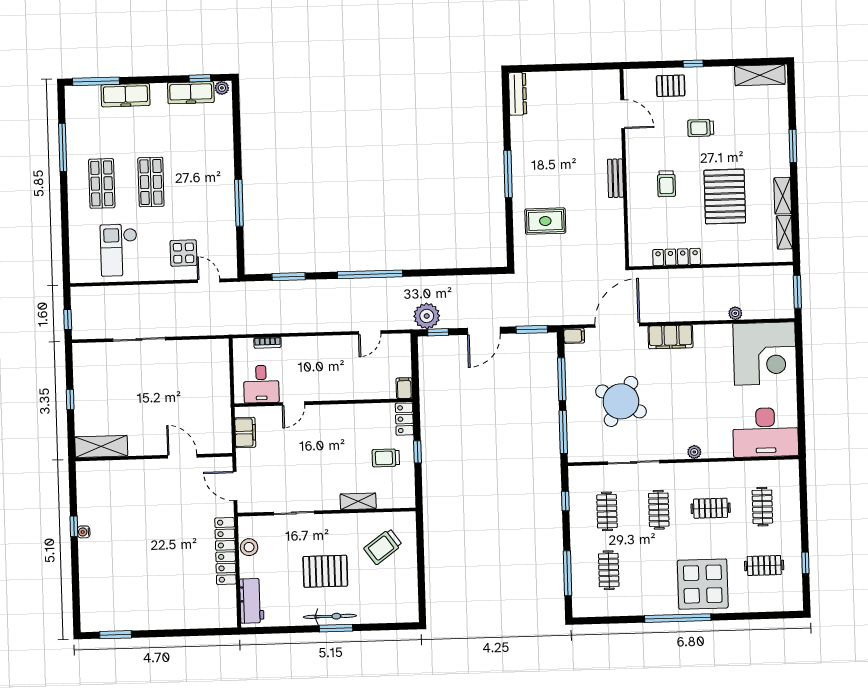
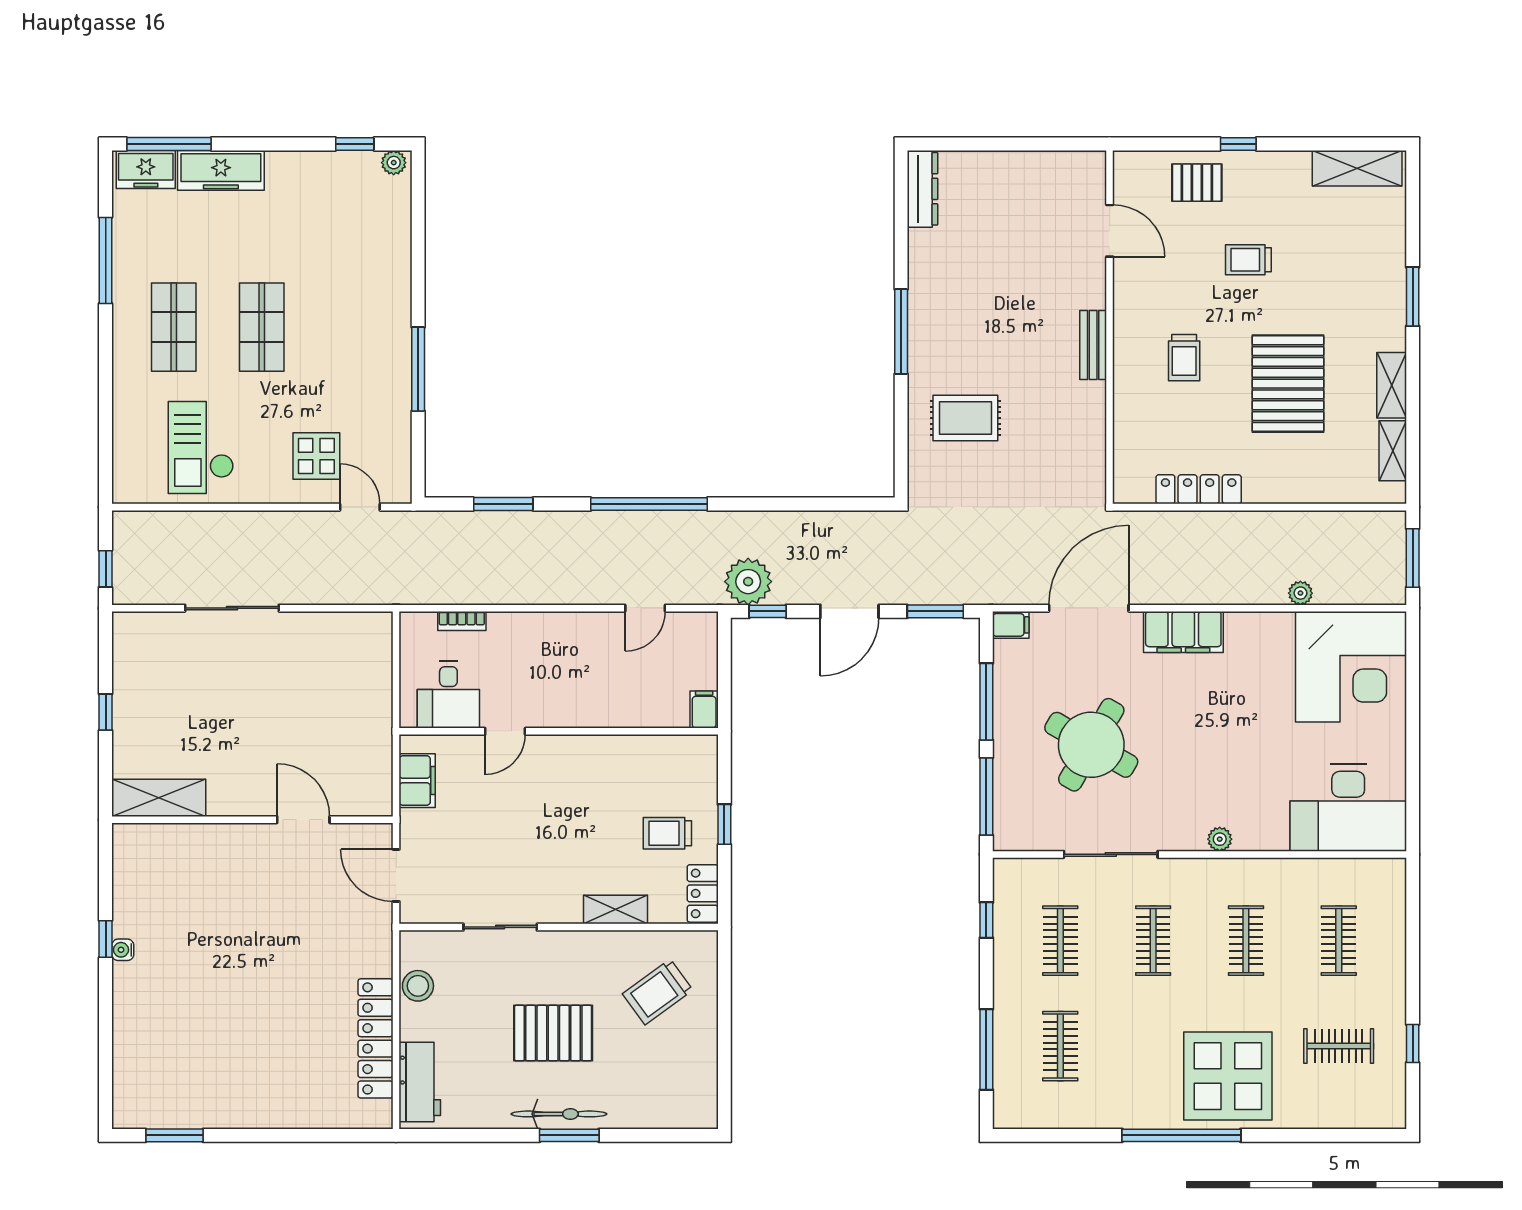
freezer: (191, 93) -> (146, 169), moved, width x0.71
locker: (404, 419) -> (703, 893), moved
clothes rail: (711, 508) -> (1246, 941), turned 90
locker: (225, 551) -> (376, 1038), moved

